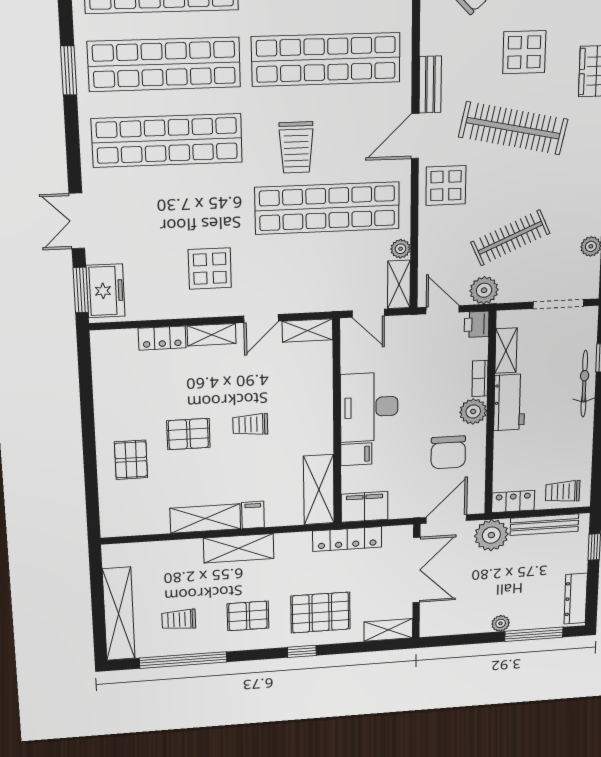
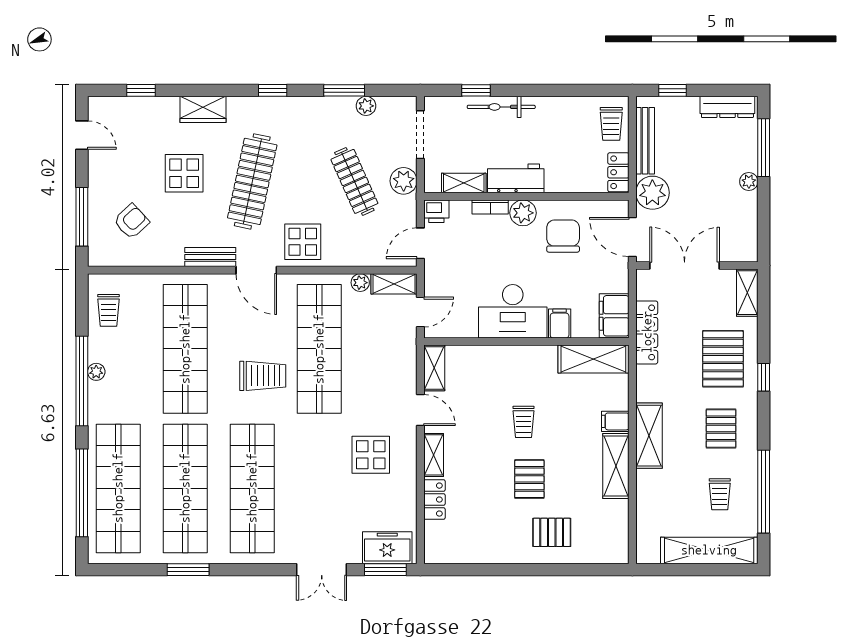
plant: (484, 290) -> (404, 181), moved
chair: (448, 452) -> (563, 236), turned -90

